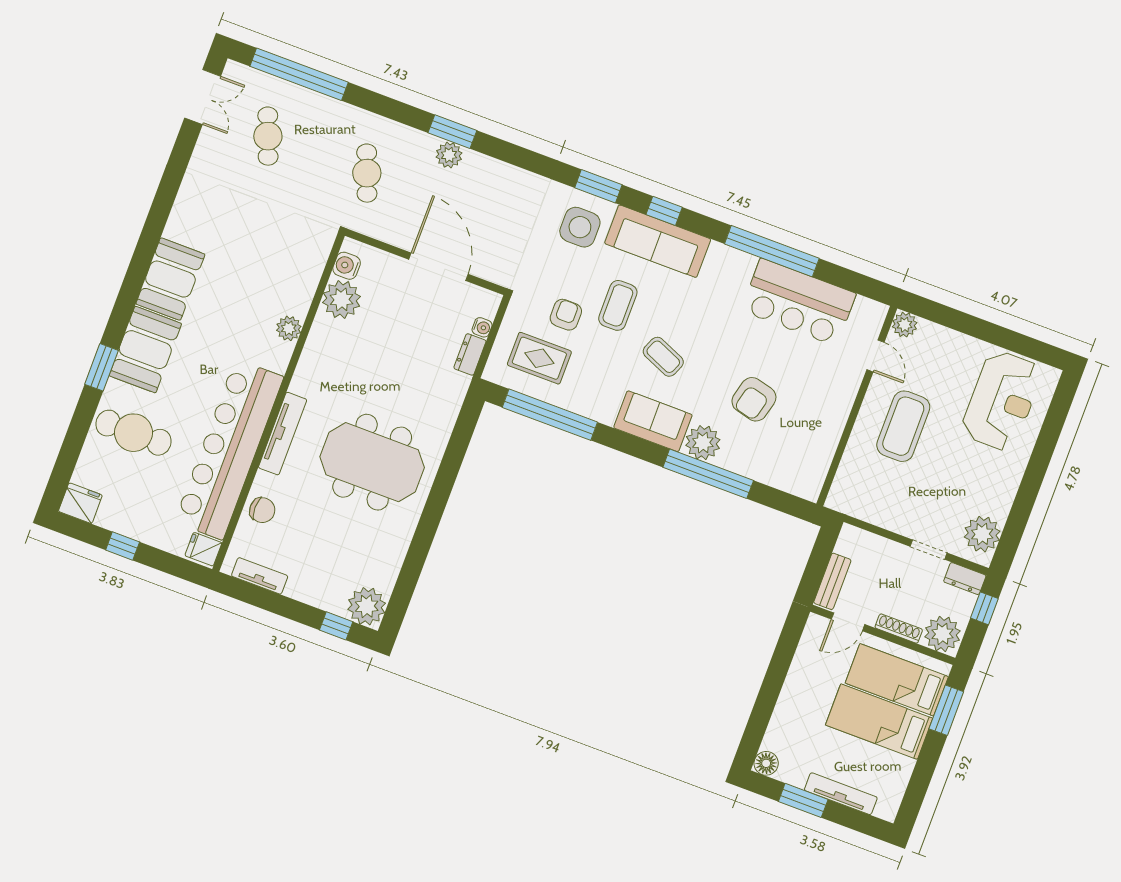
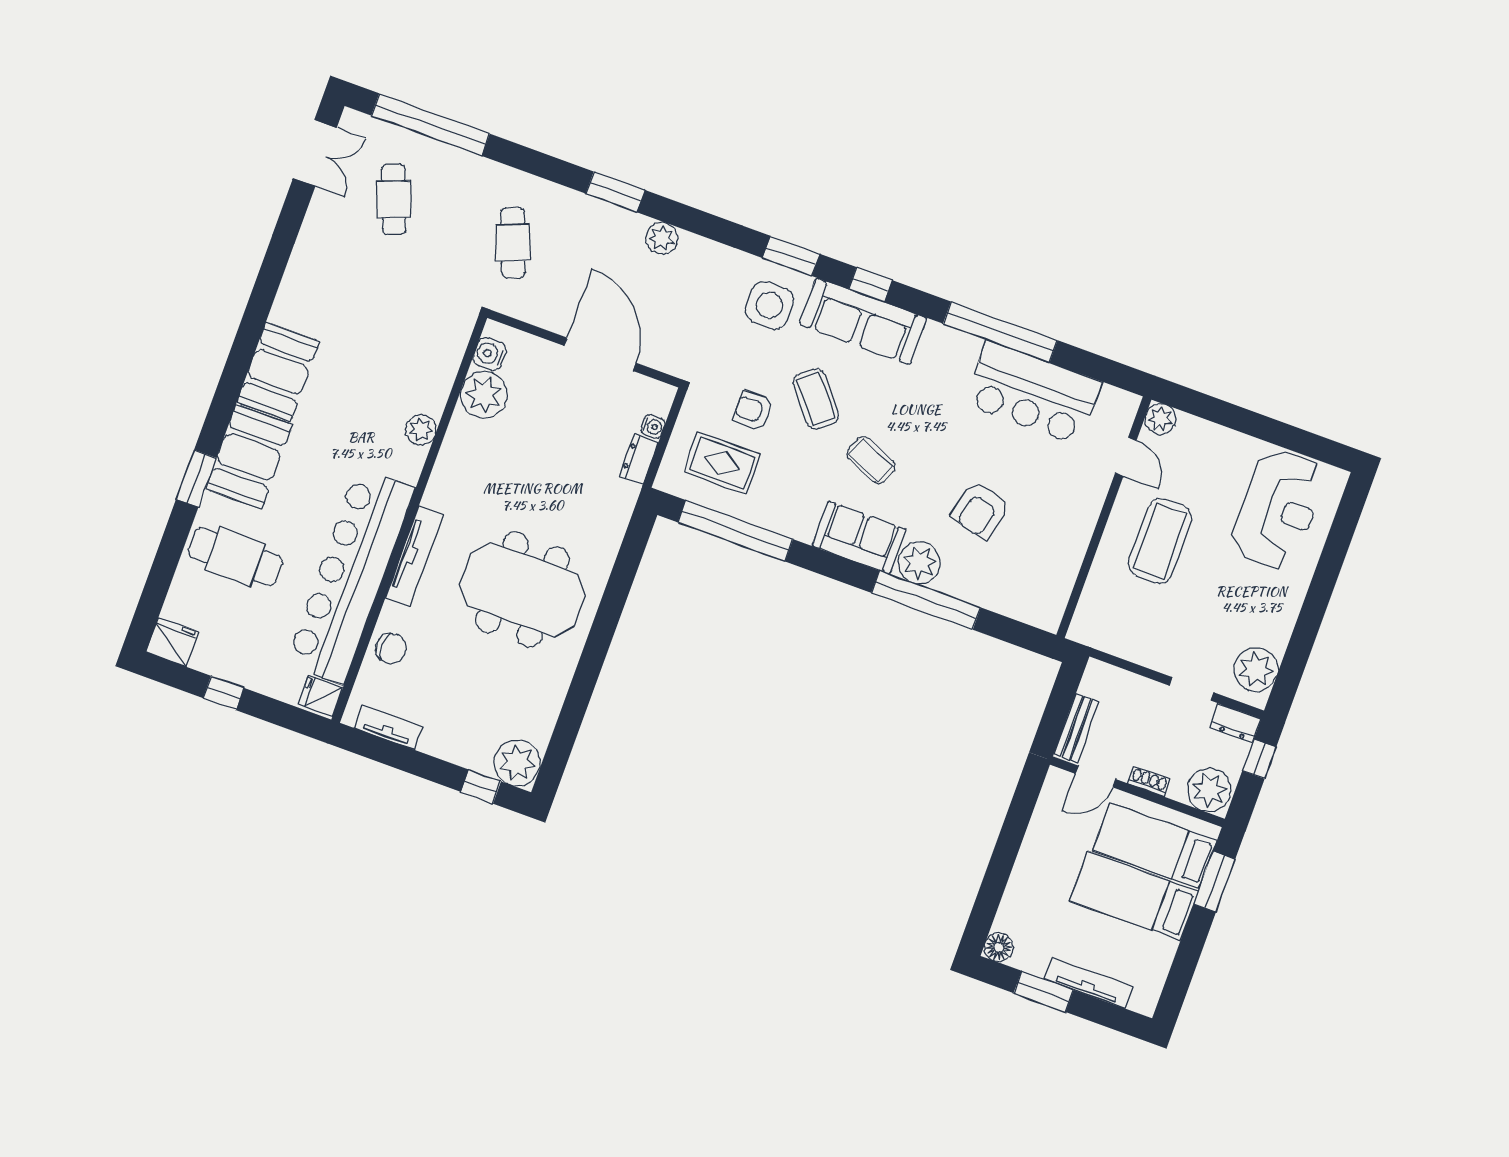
plant: (449, 155) -> (662, 238), moved
coffee table: (618, 305) -> (816, 399), turned -40
armchair: (566, 315) -> (753, 411), turned -90
shoe rack: (899, 629) -> (1149, 781), width x0.70

